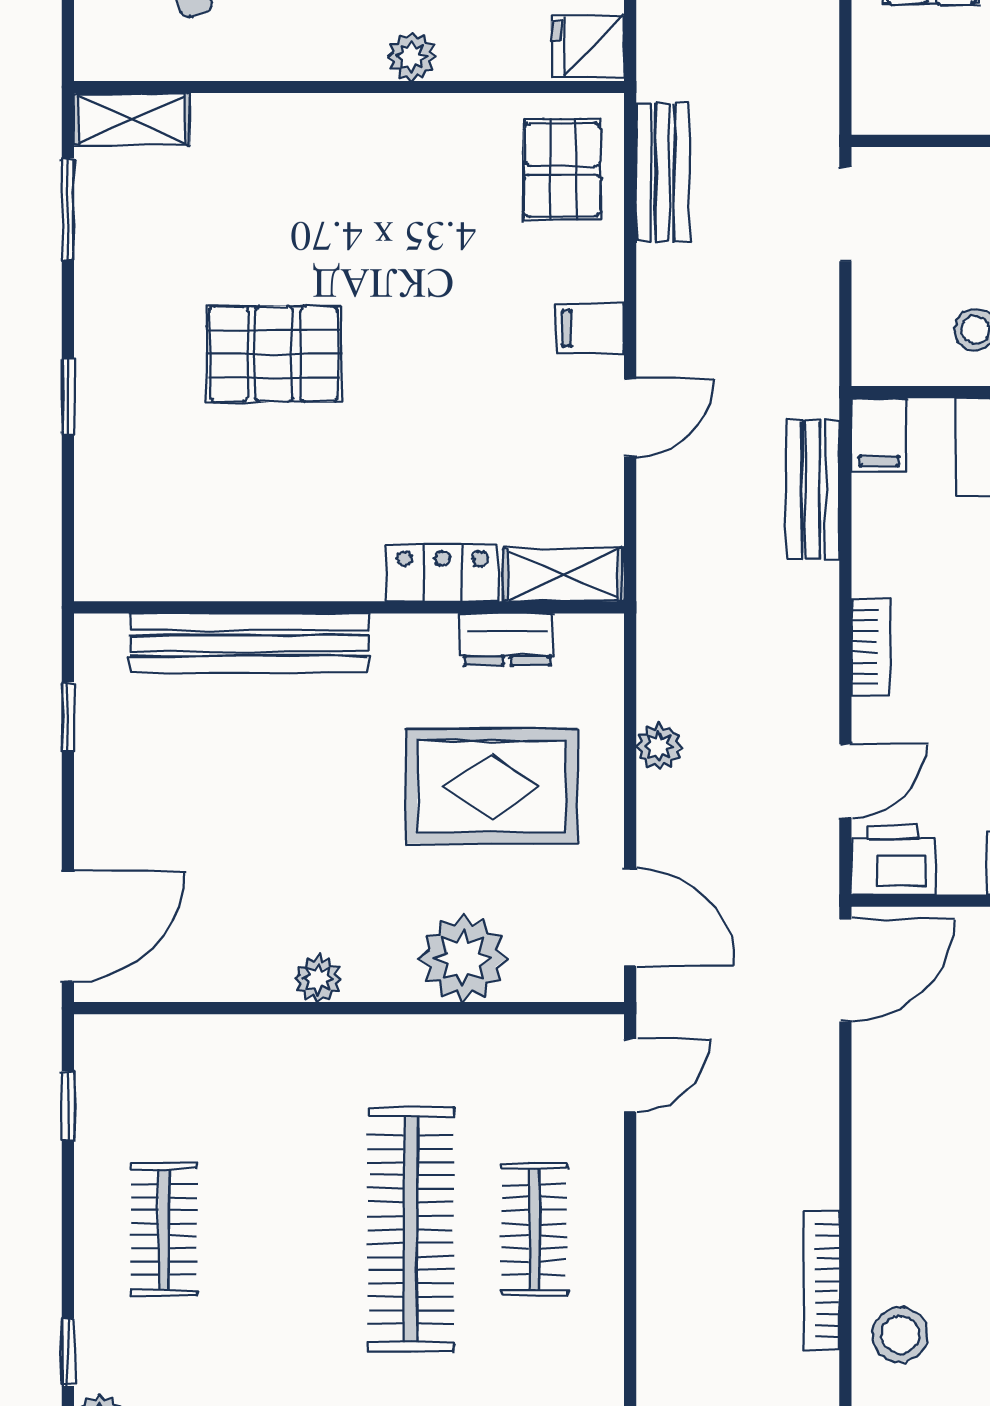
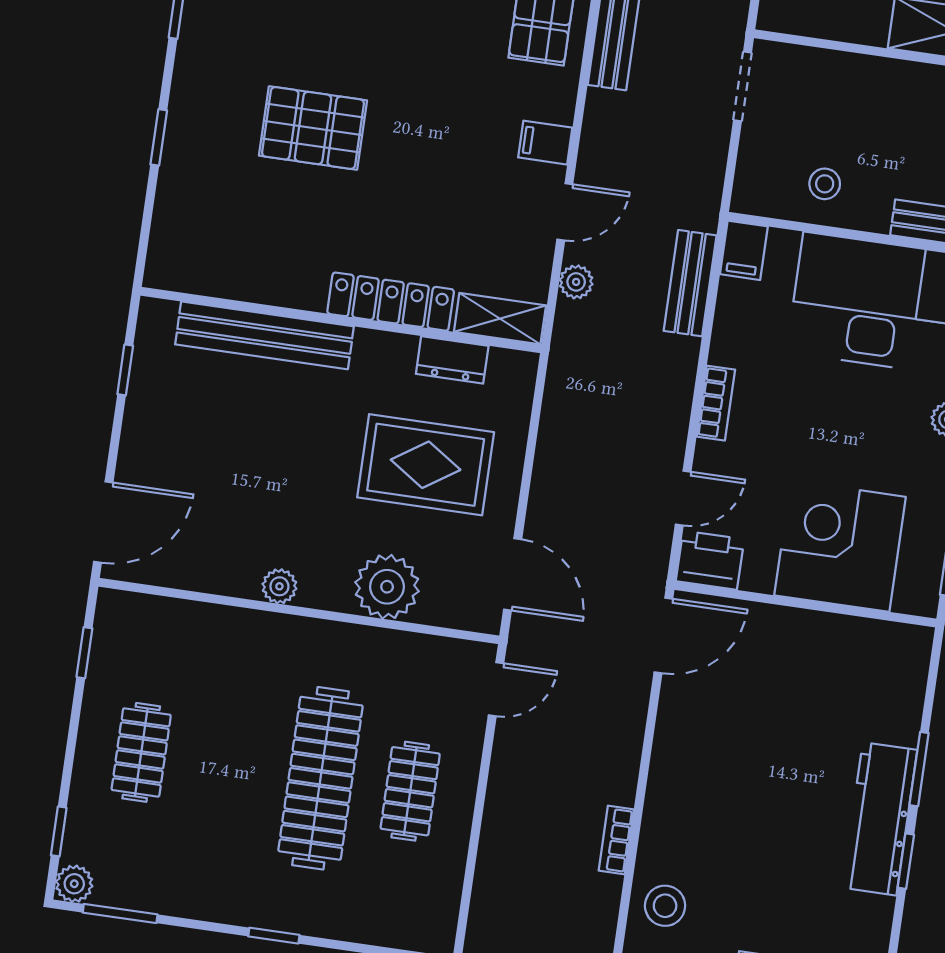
locker: (442, 573) -> (391, 302), width x1.53
plant: (659, 746) -> (576, 282), moved
bookcase: (822, 1280) -> (616, 840), width x0.64

